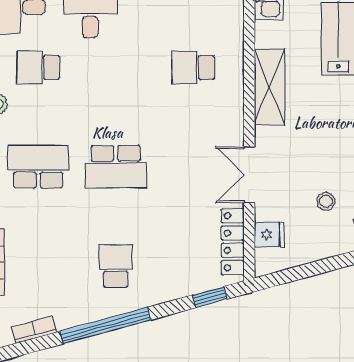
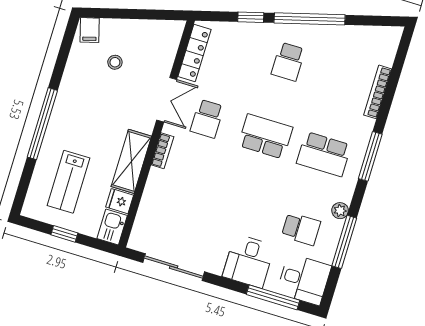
school desk: (193, 67) -> (207, 119), moved, turned 90
fridge: (269, 235) -> (120, 201), moved
window: (210, 297) -> (251, 17), moved
bookcase: (34, 330) -> (162, 151), moved, turned -75

